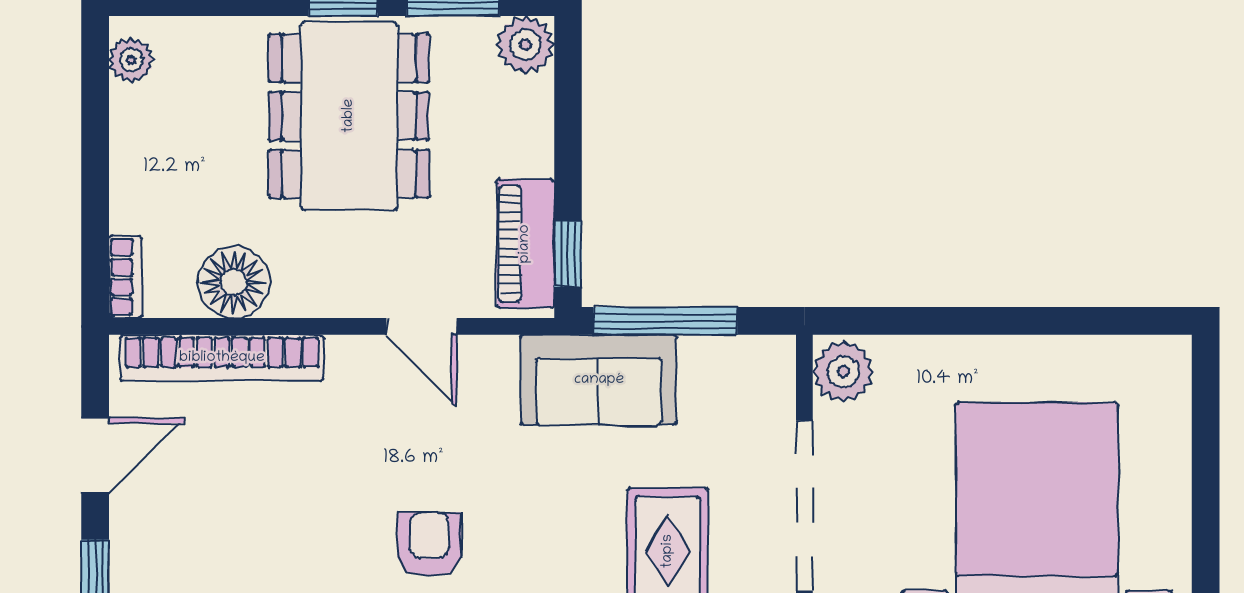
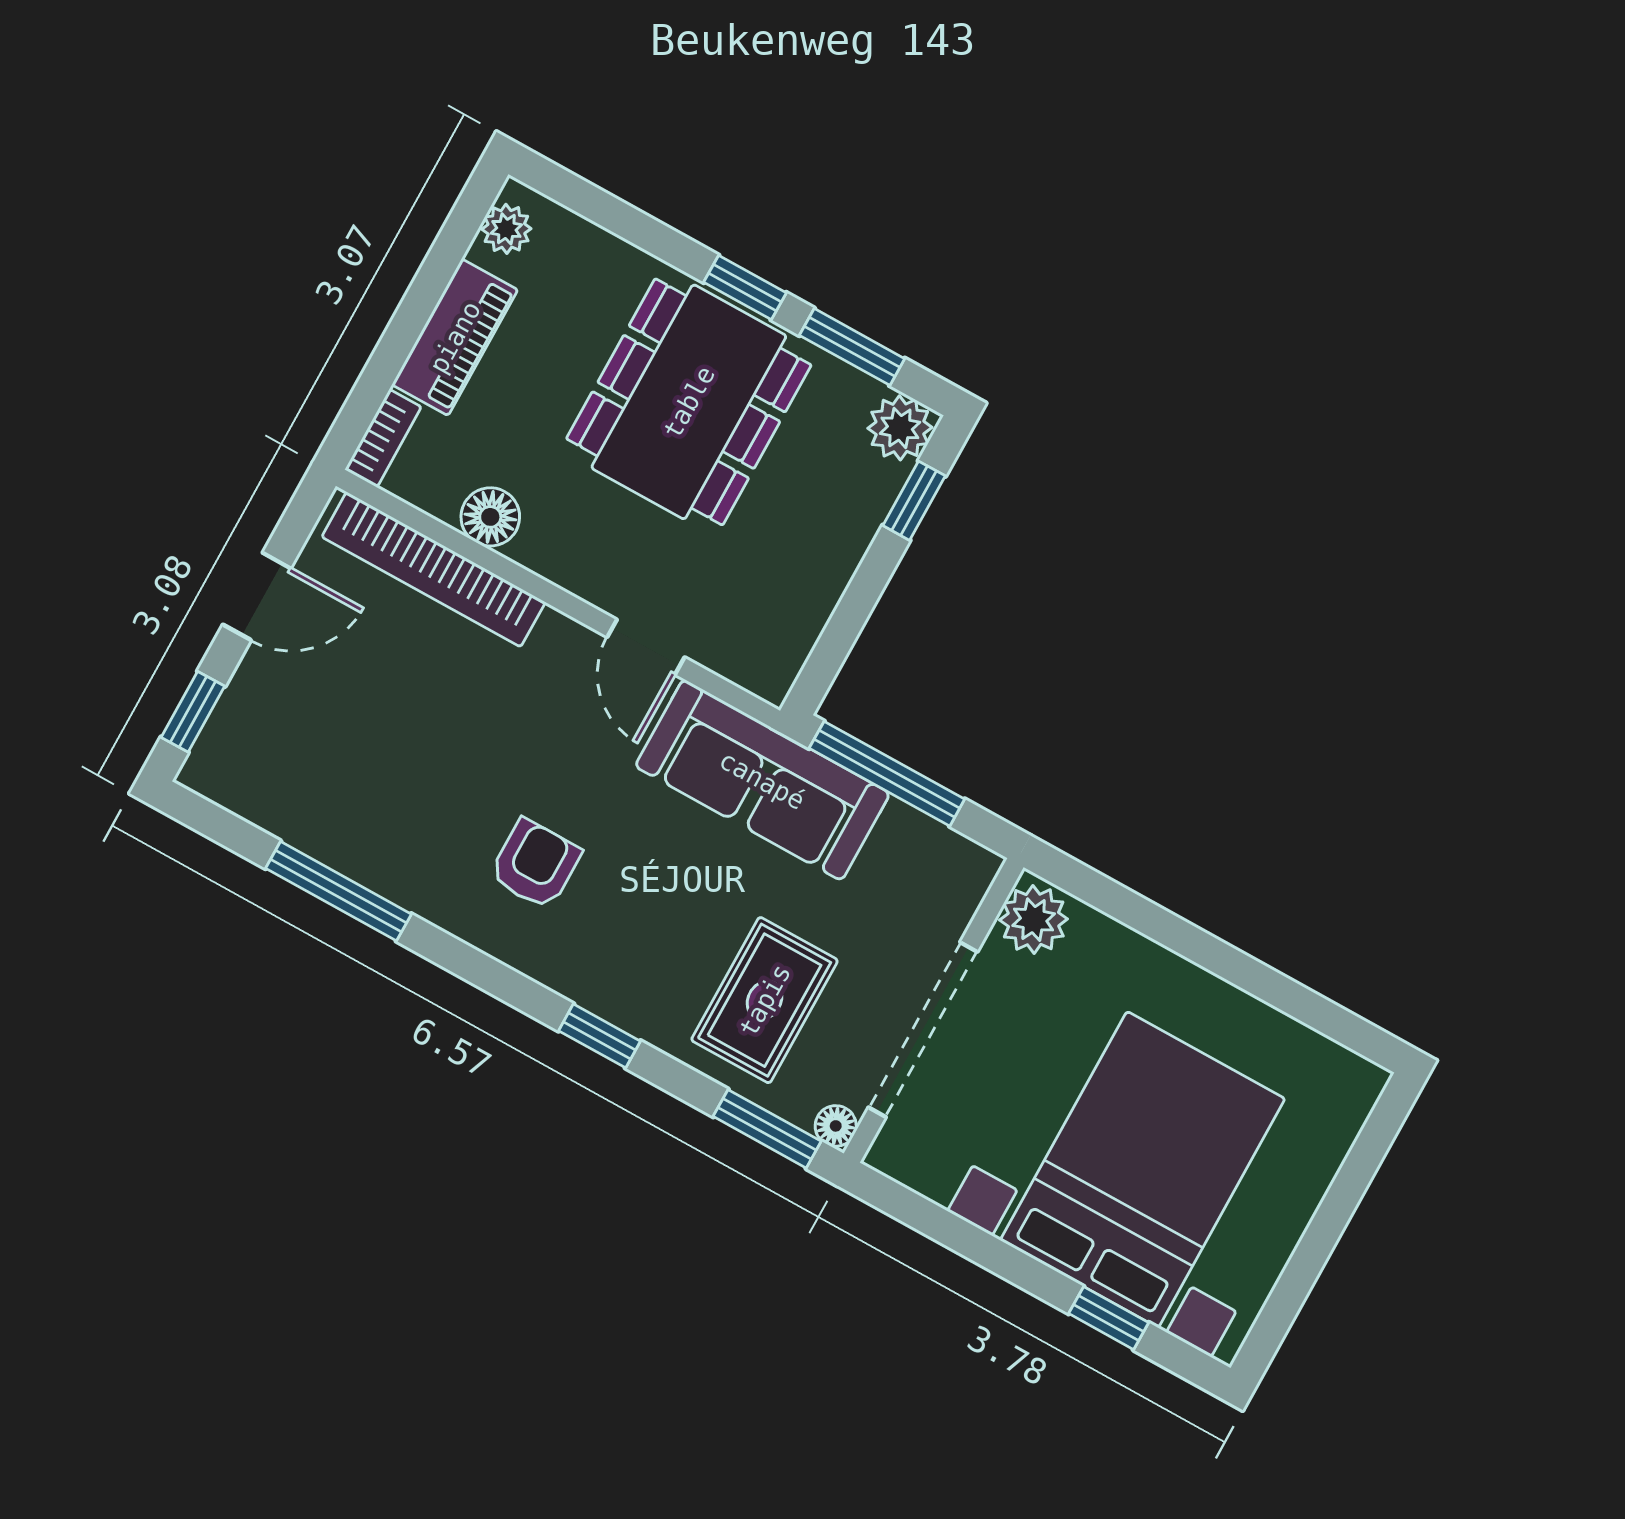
piano: (525, 244) -> (455, 337), moved, turned 180
window: (568, 254) -> (914, 501), moved
floor lamp: (234, 282) -> (490, 517), width x0.73, depth x0.73
sofa: (599, 380) -> (762, 780), width x1.36

